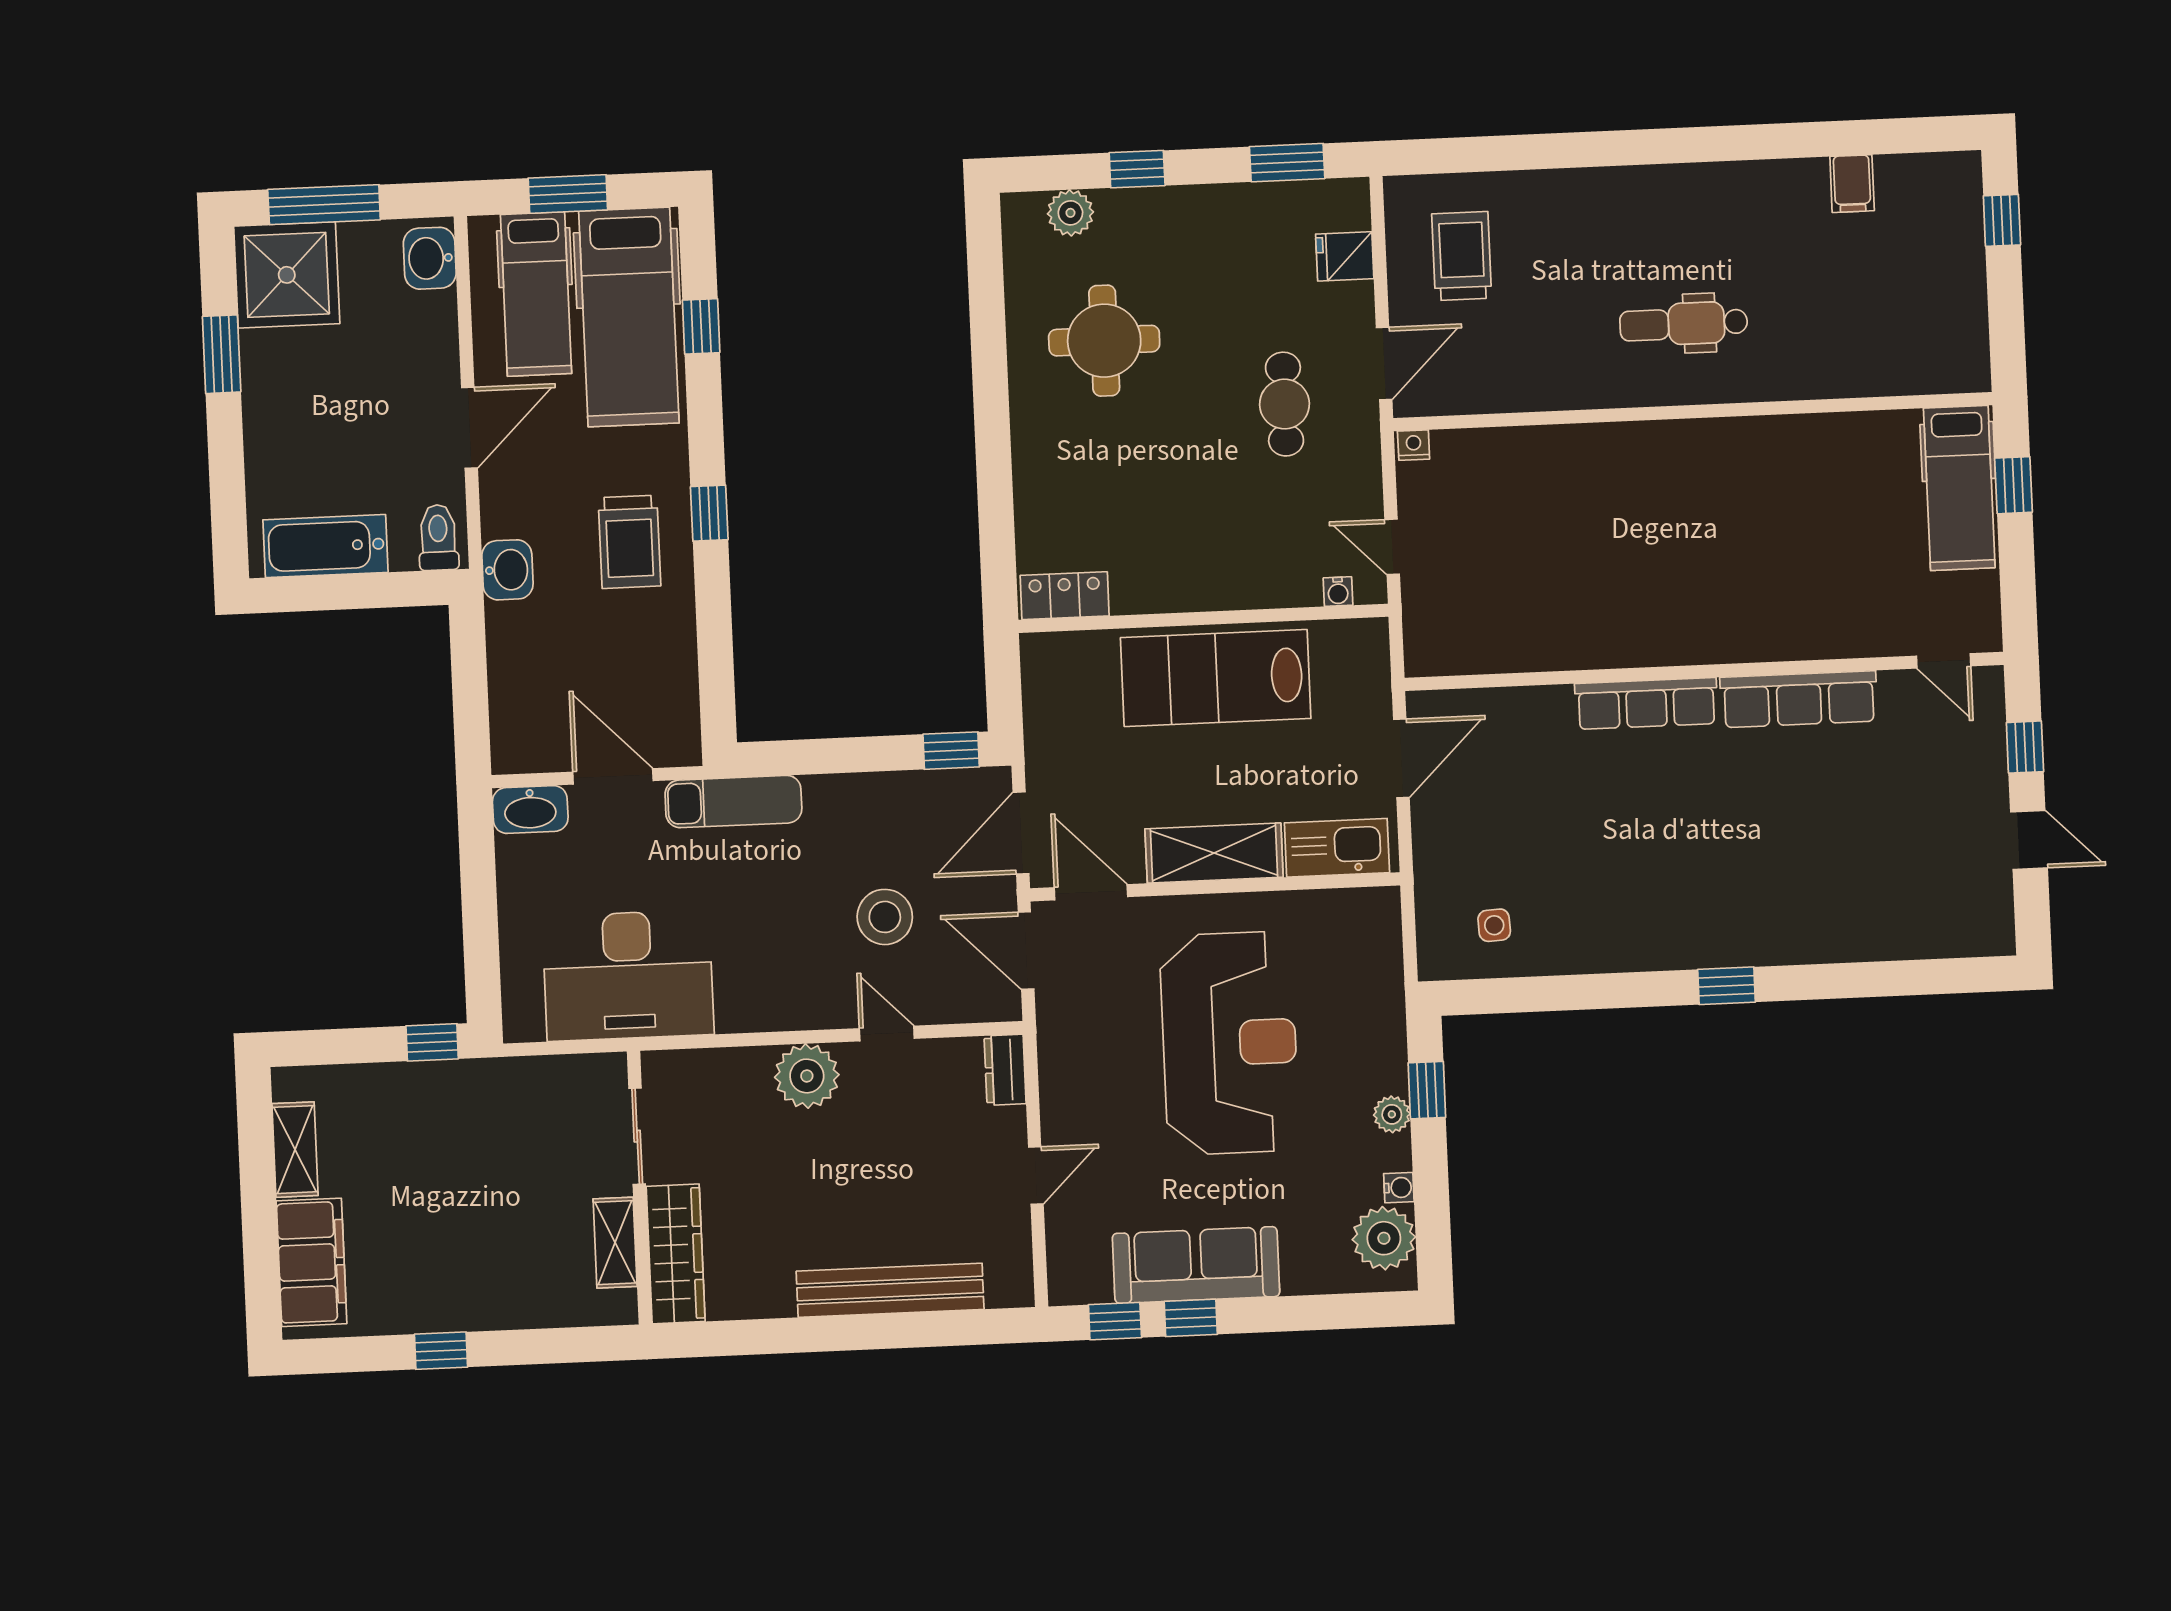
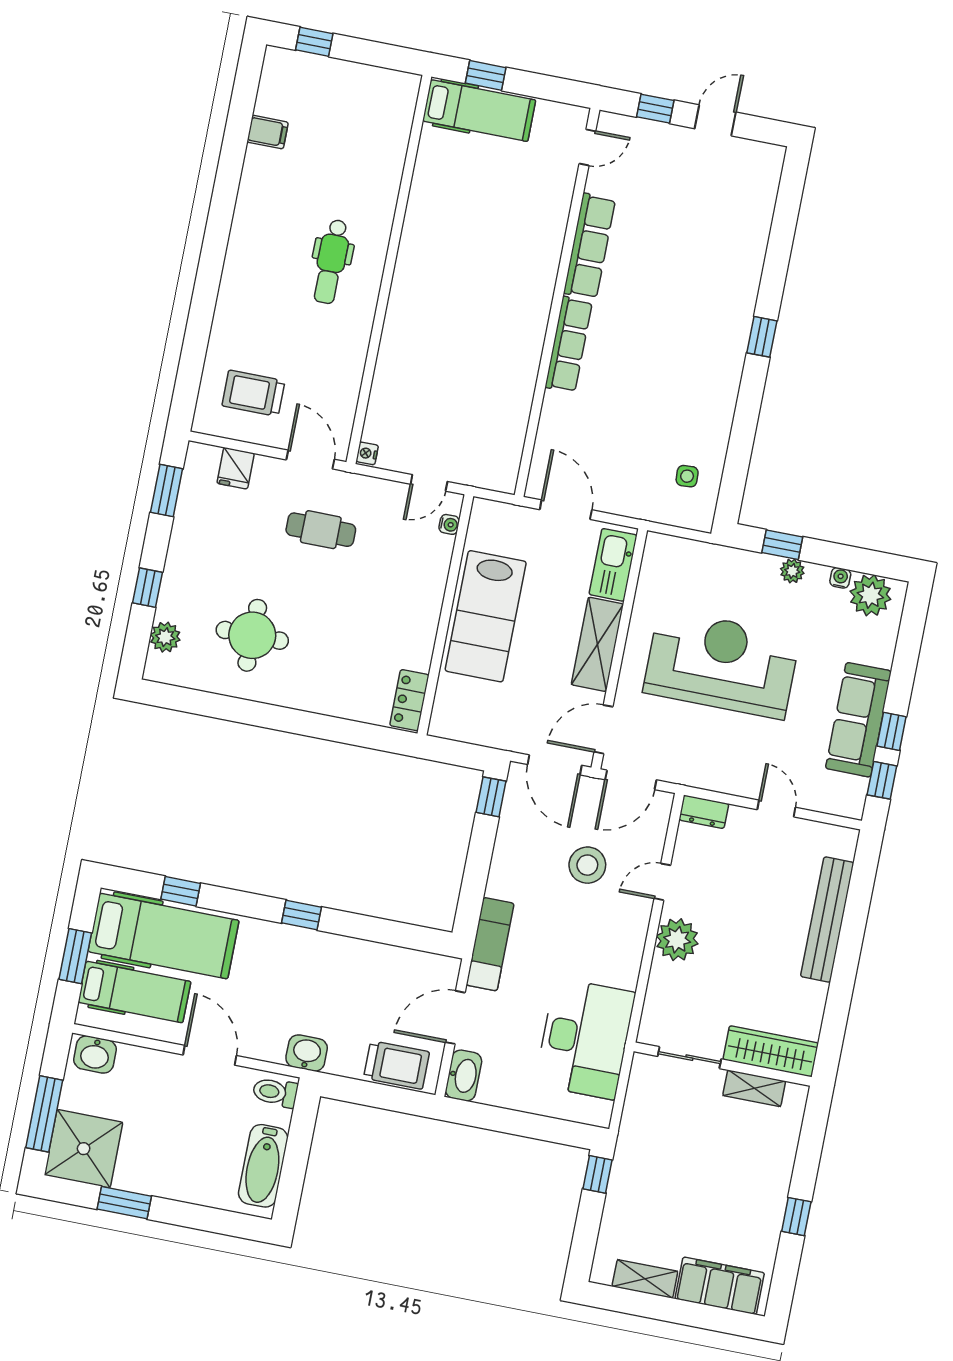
trolley: (629, 542) -> (397, 1065), moved

